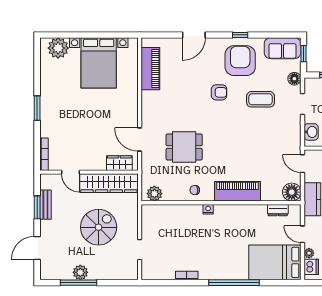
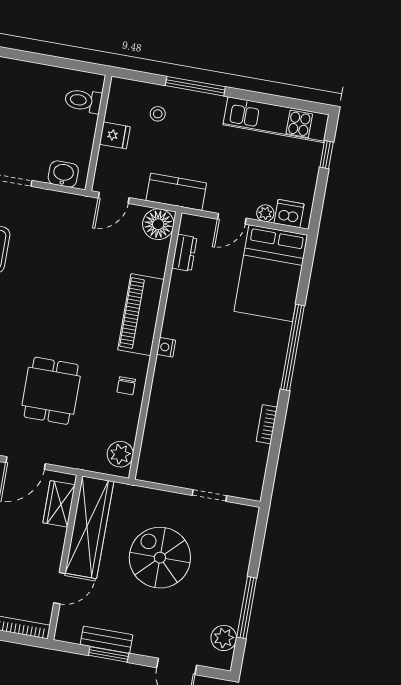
nightstand: (208, 209) -> (166, 347), moved
plant: (80, 272) -> (224, 638), moved

